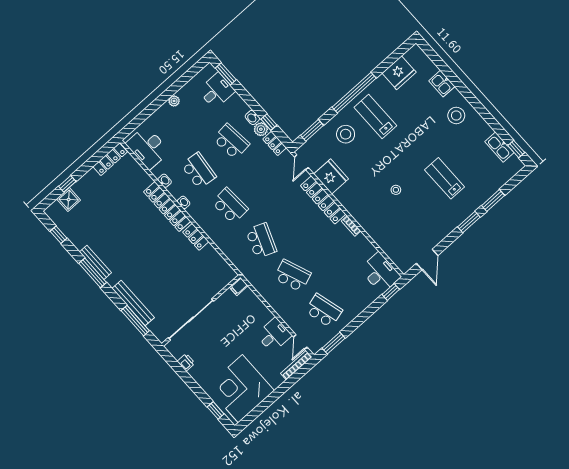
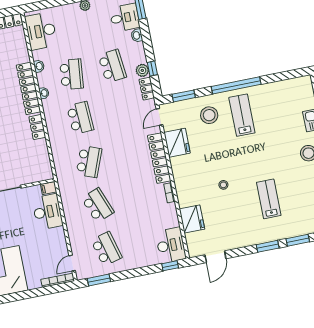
fridge: (399, 73) -> (192, 219), moved, turned -90
washbasin: (252, 117) -> (137, 35), moved
desk: (274, 335) -> (47, 212), moved, width x1.37

